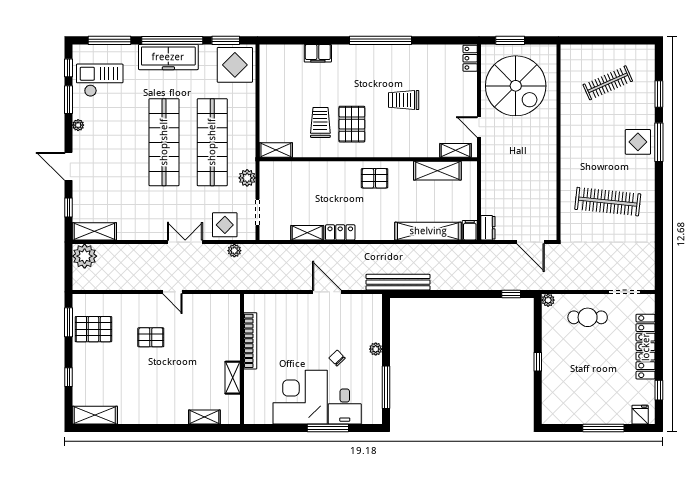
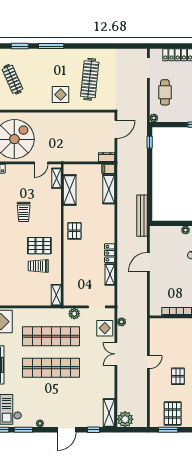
display table: (638, 142) -> (61, 95), moved
shelving: (428, 231) -> (109, 189), width x0.68

